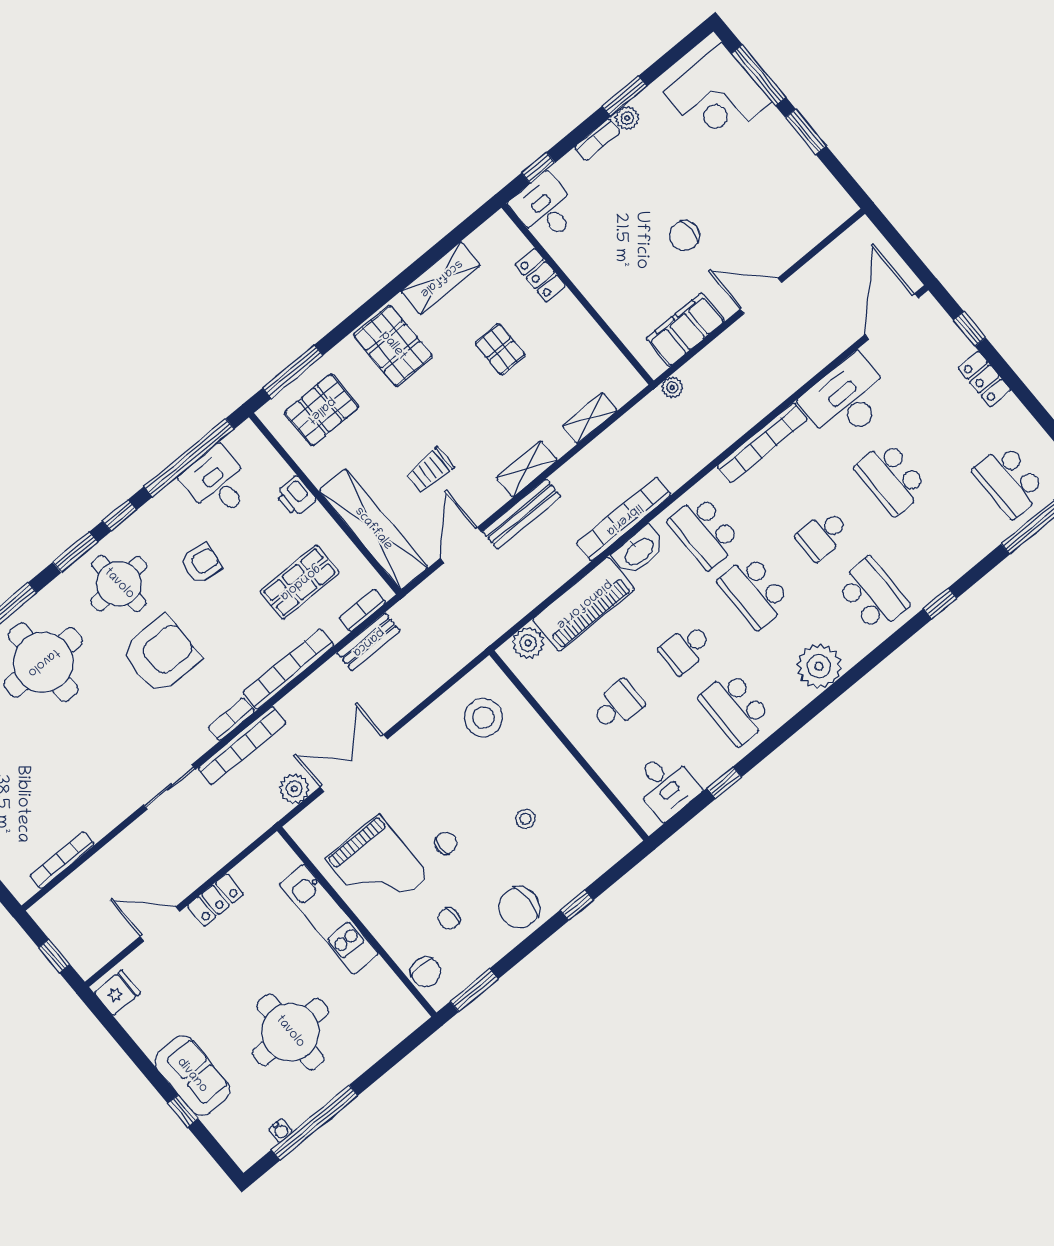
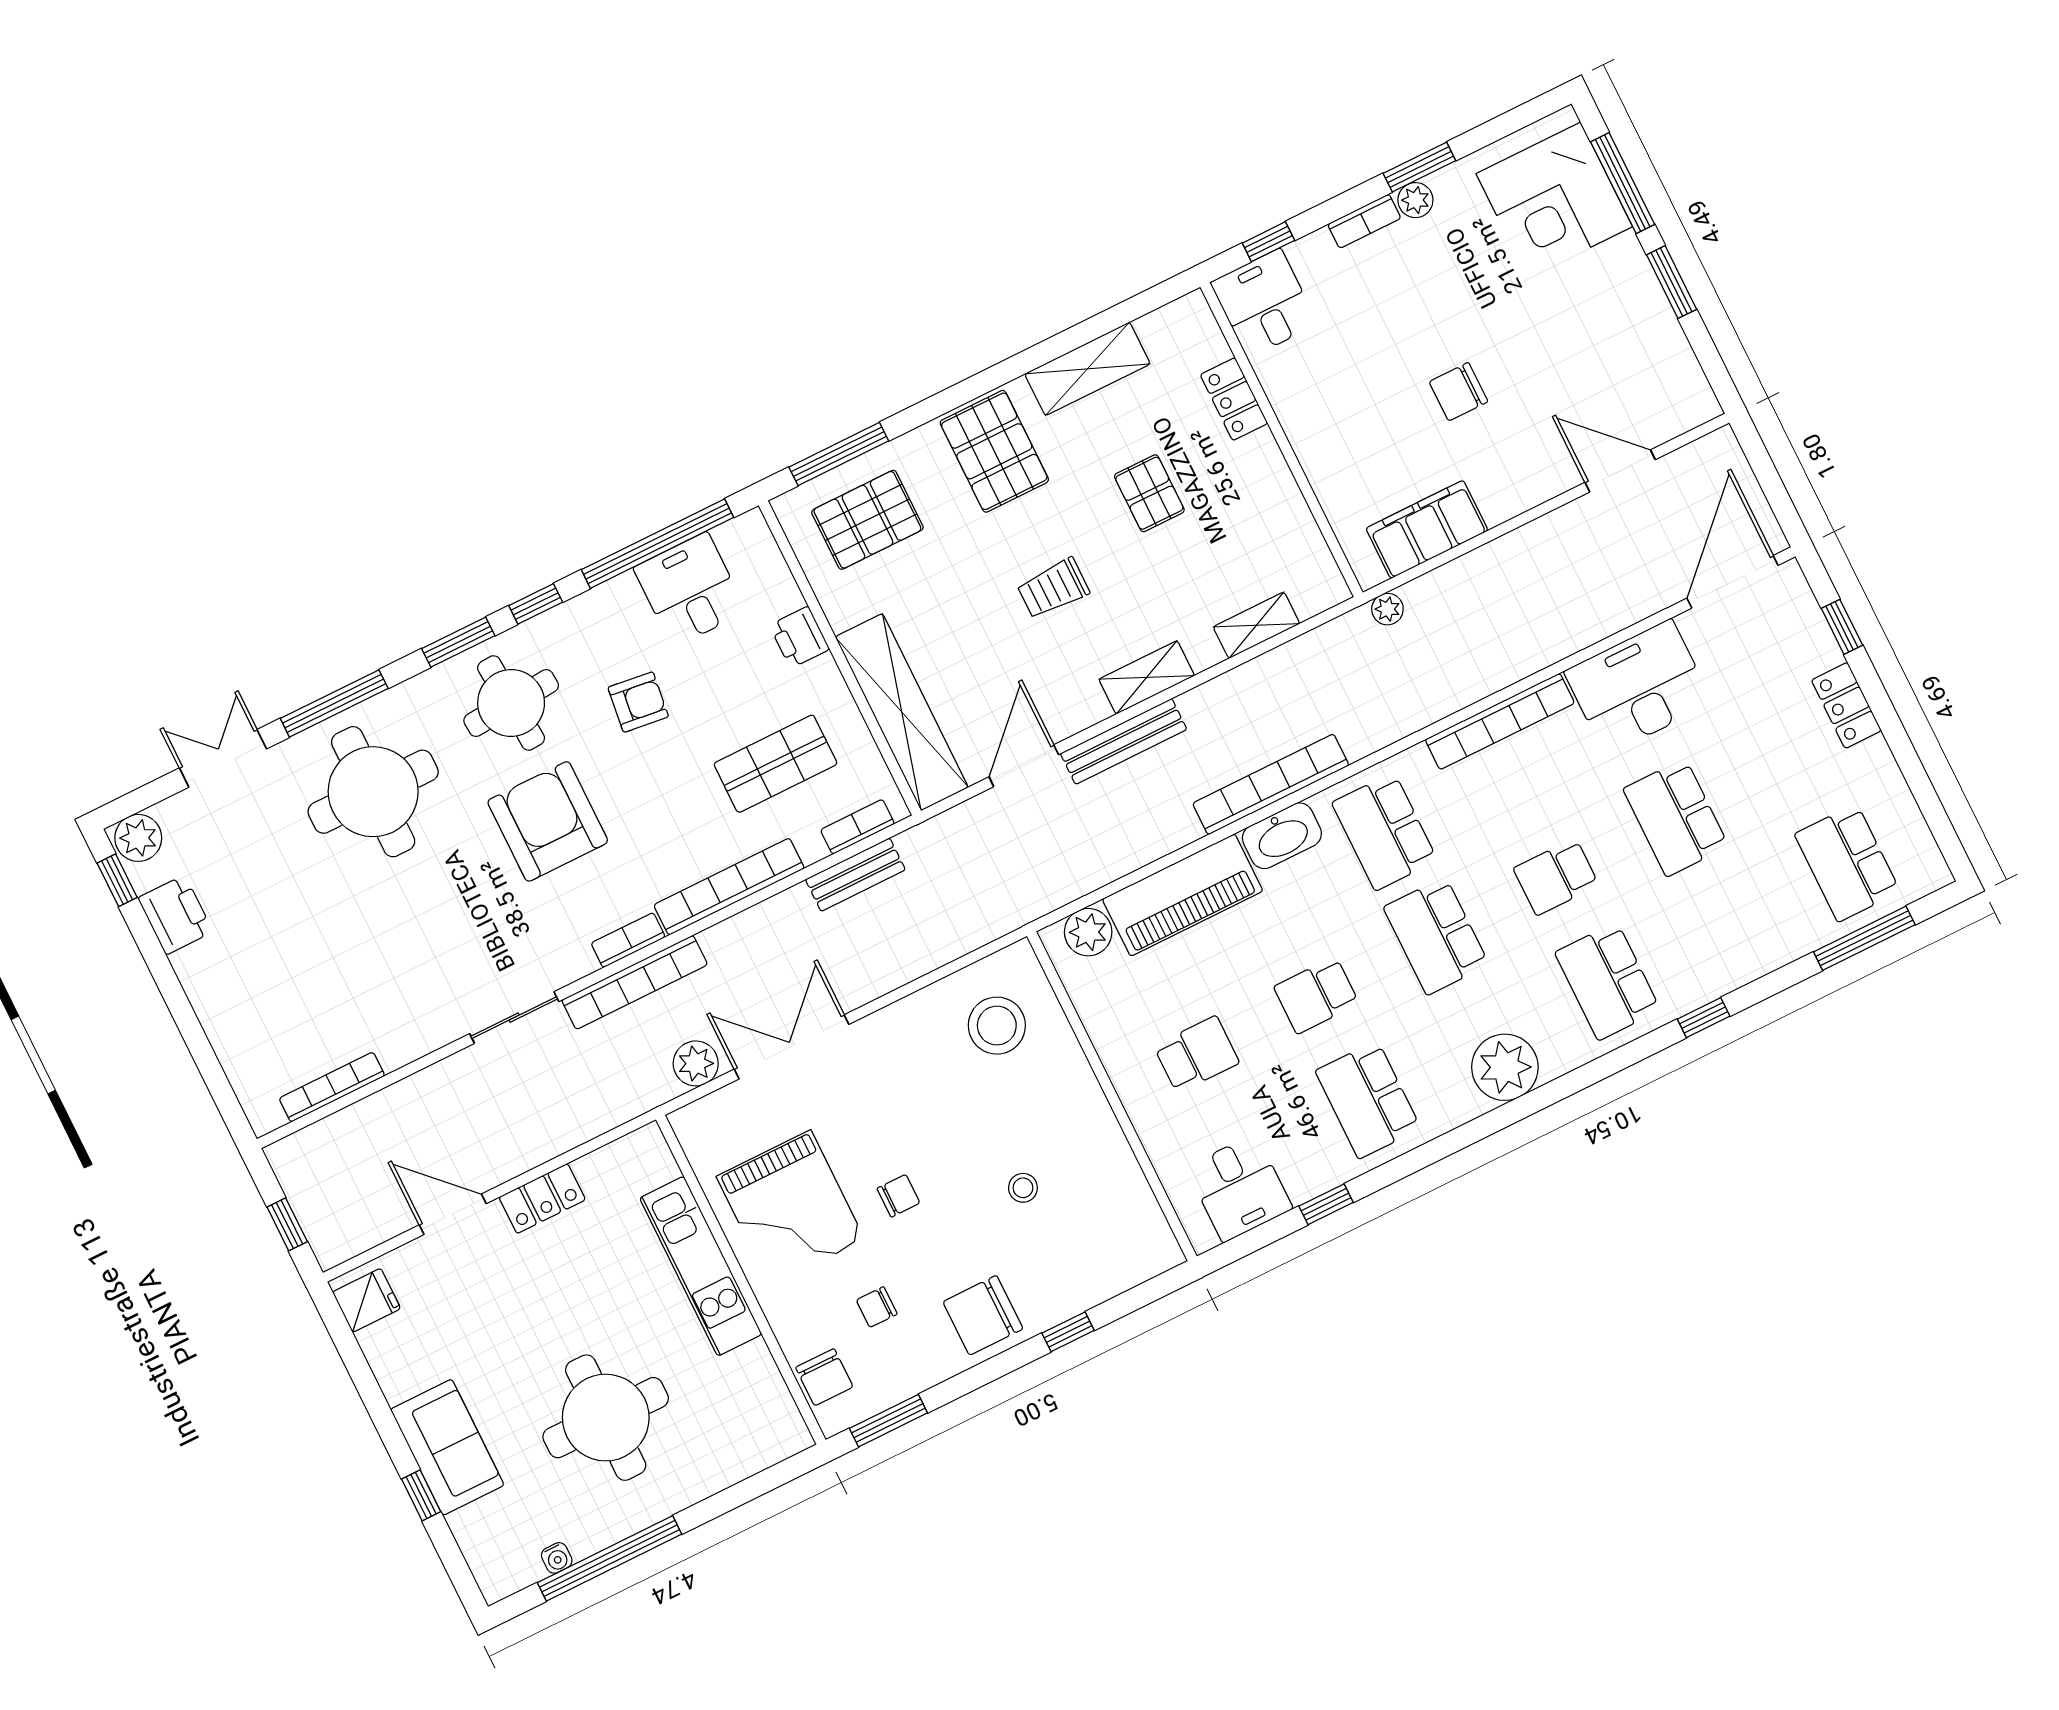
door: (761, 296) -> (1620, 471), moved
trolley: (430, 470) -> (1053, 588), moved
school desk: (872, 595) -> (1608, 981), turned 180
armchair: (161, 655) -> (548, 821), turned -90

